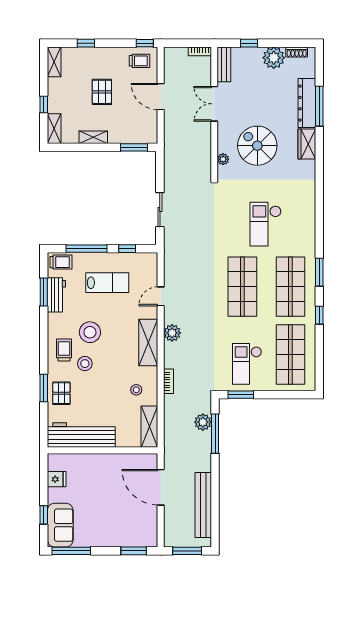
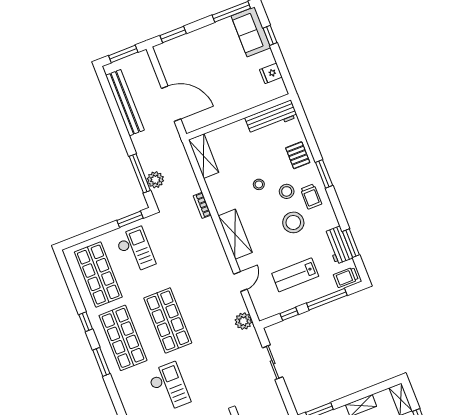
plant: (172, 333) -> (243, 321), moved
window: (44, 388) -> (324, 174), moved
stool: (136, 390) -> (259, 184), moved
workbench: (81, 435) -> (271, 117), width x0.73, depth x0.76

